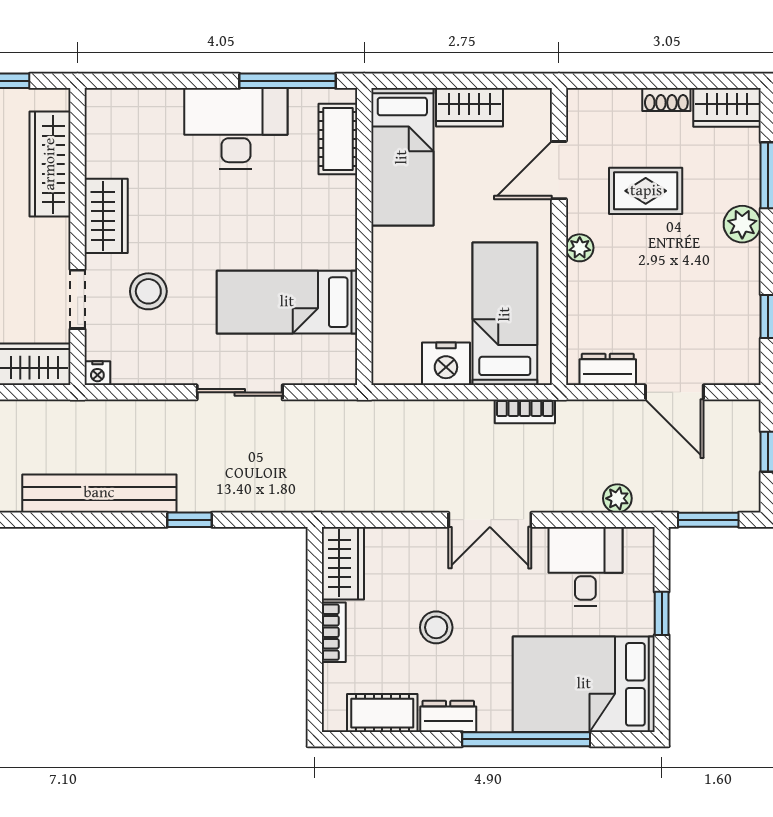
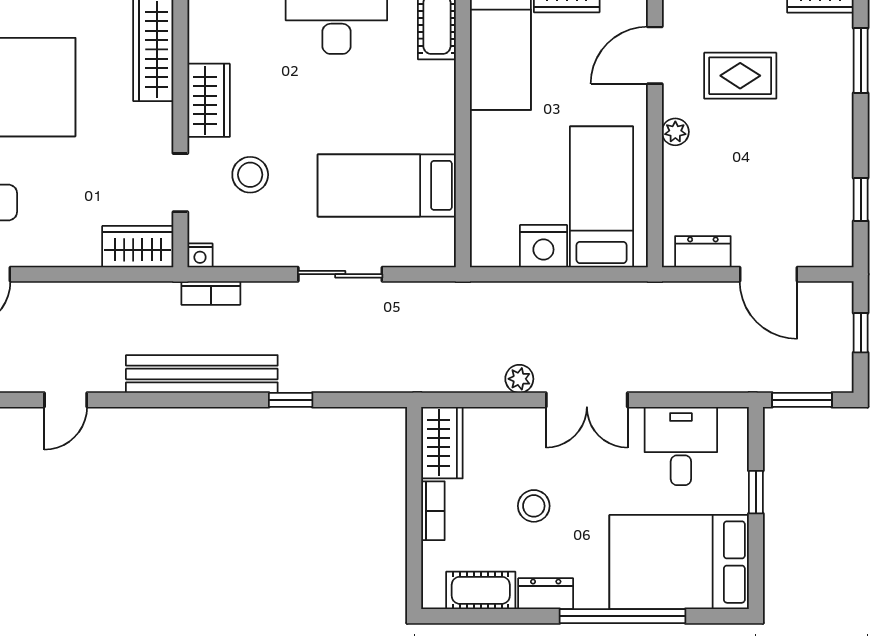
plant: (742, 224) -> (835, 109), removed
bookcase: (525, 411) -> (211, 293), moved
plant: (617, 498) -> (519, 379), moved

